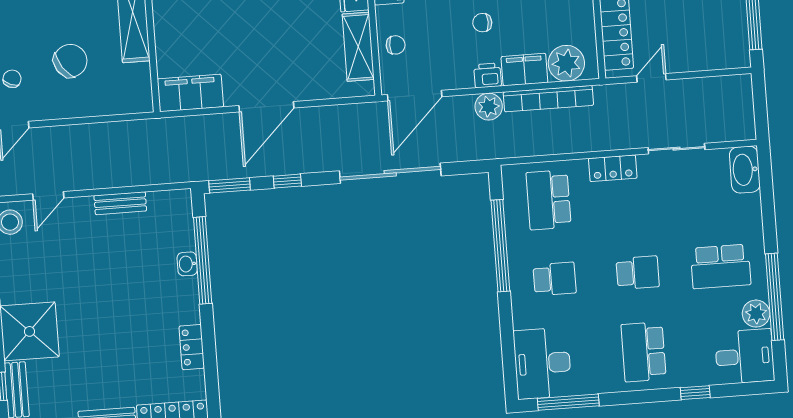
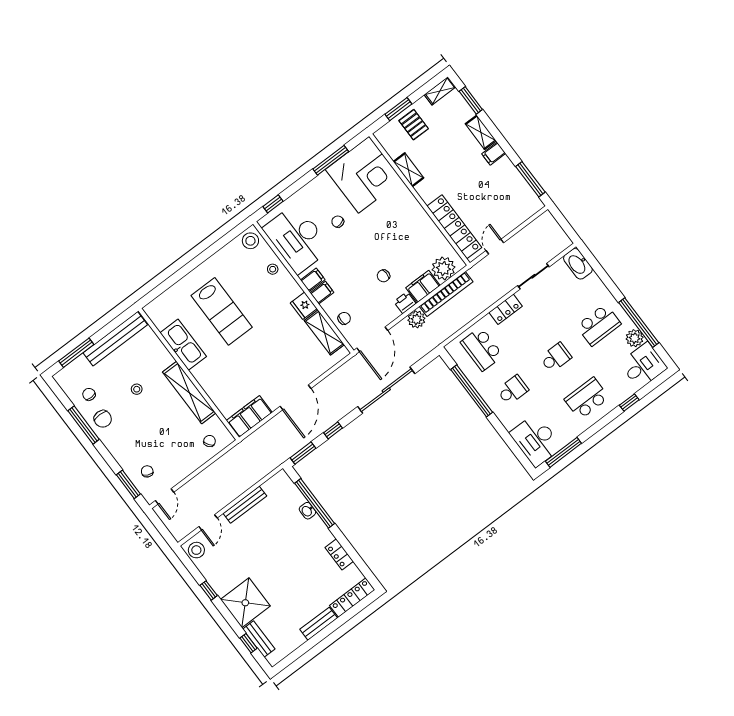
chair: (70, 61) -> (210, 441), moved, width x0.54, depth x0.54
bench: (120, 203) -> (245, 505), width x1.36
school desk: (644, 352) -> (587, 398), turned 90

